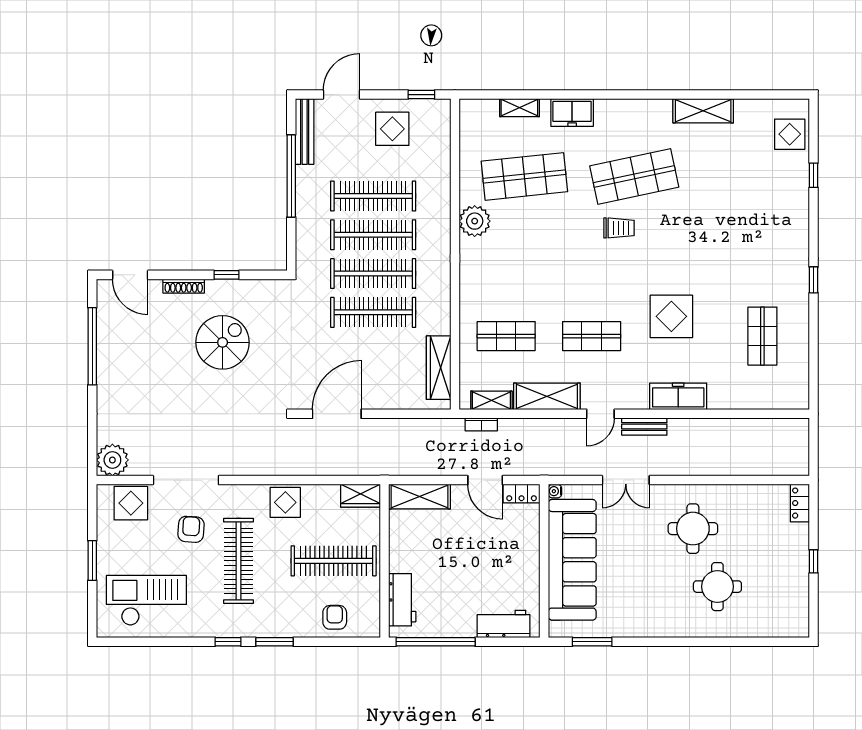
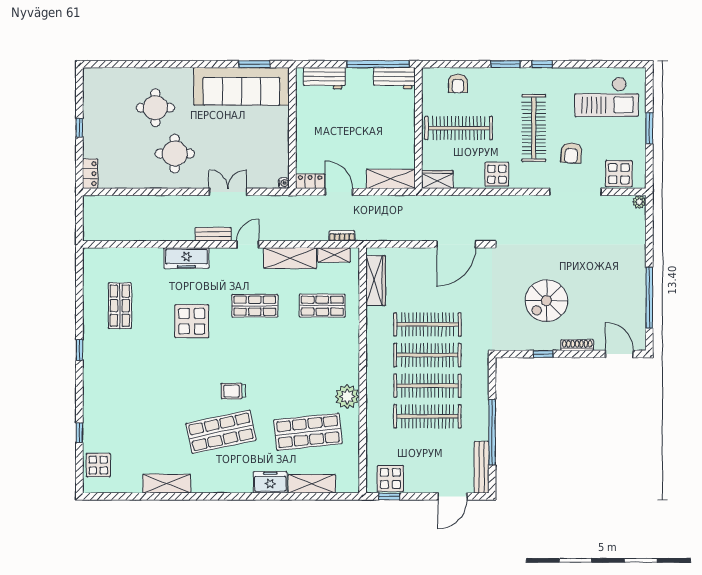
shelving: (519, 108) -> (312, 484), width x1.50, depth x1.33
display table: (392, 129) -> (390, 478), moved
plant: (112, 460) -> (639, 202), width x0.53, depth x0.53
sofa: (572, 560) -> (241, 86), moved, turned -90
workbench: (402, 600) -> (394, 78), moved, turned -90

